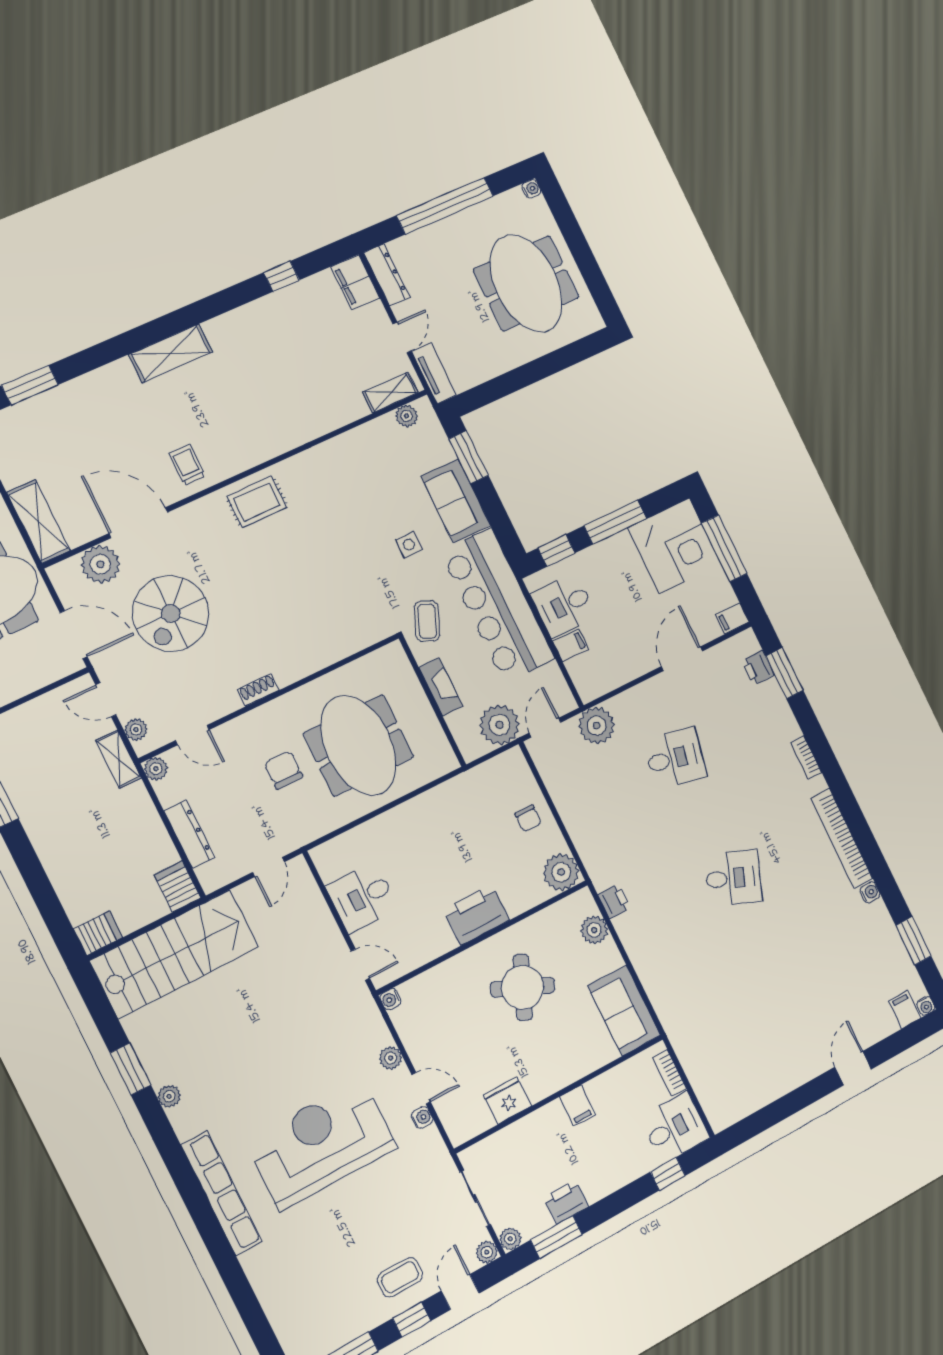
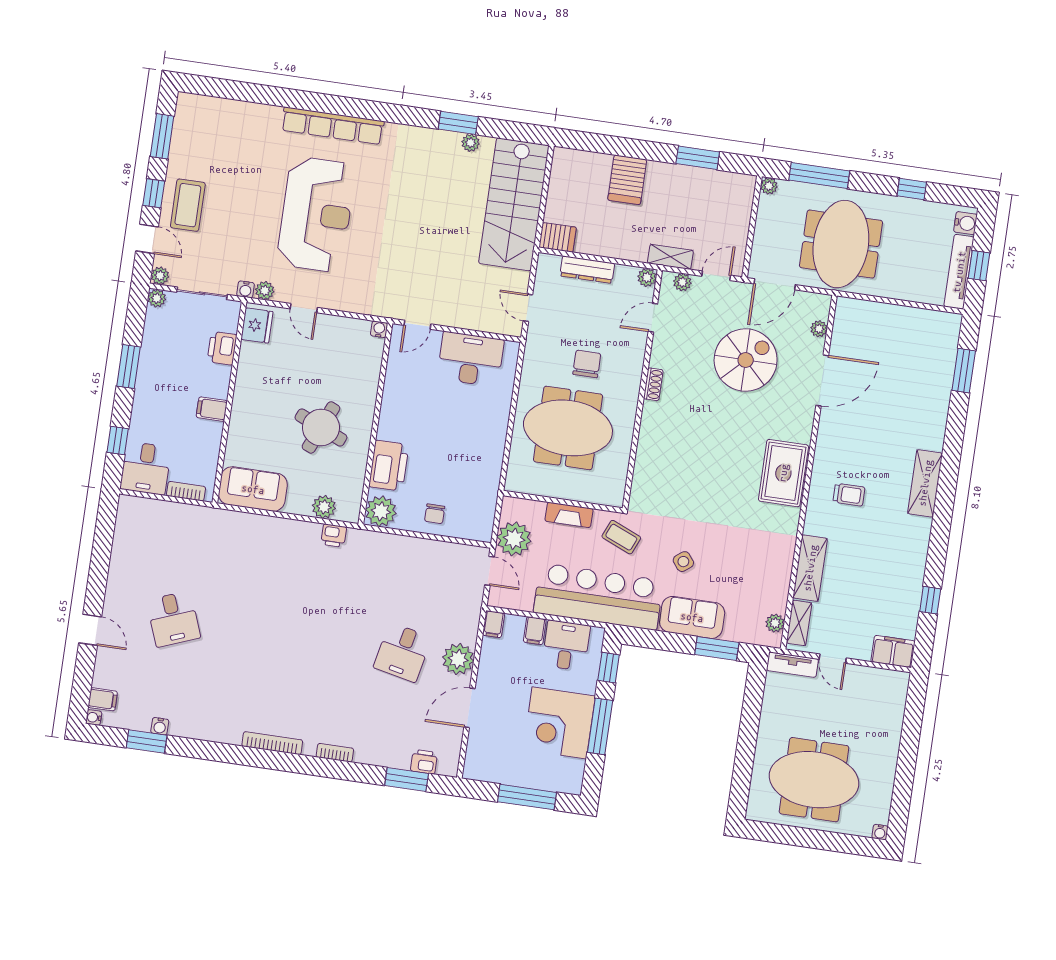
window: (445, 206) -> (907, 757), removed
dresser: (387, 275) -> (884, 678), removed
trolley: (187, 465) -> (849, 495), moved
rug: (257, 502) -> (783, 473), width x1.36, depth x1.43
shelving: (38, 522) -> (810, 568), moved, turned 90
side table: (409, 545) -> (683, 562), turned -38
corner desk: (674, 546) -> (559, 723), moved
plant: (100, 564) -> (819, 329), width x0.53, depth x0.53
spiral stairs: (171, 613) -> (746, 360), turned 90
filing cabinet: (732, 618) -> (494, 624), moved, turned 180
door: (682, 659) -> (469, 708), swing flipped
plant: (597, 725) -> (458, 659), moved
chair: (283, 770) -> (587, 364), turned -90
chair: (528, 818) -> (435, 514), turned -90
bookcase: (842, 838) -> (272, 743), width x0.68, depth x0.76
desk: (733, 878) -> (173, 619), moved, turned -42
water cooler: (870, 892) -> (160, 726), moved
desk: (362, 897) -> (470, 359), width x1.37
printer: (476, 915) -> (389, 466), moved
server rack: (98, 933) -> (627, 180), moved, width x1.36, depth x1.44
plant: (391, 1058) -> (265, 291), moved
door: (421, 1088) -> (304, 308), hinge flipped
plant: (169, 1096) -> (471, 143), moved
fridge: (507, 1101) -> (257, 325), moved
water cooler: (422, 1118) -> (246, 289), moved
printer: (566, 1202) -> (222, 348), moved, turned 180
window: (556, 1237) -> (128, 367), moved
coffee table: (400, 1277) -> (188, 205), width x1.36, depth x1.30

